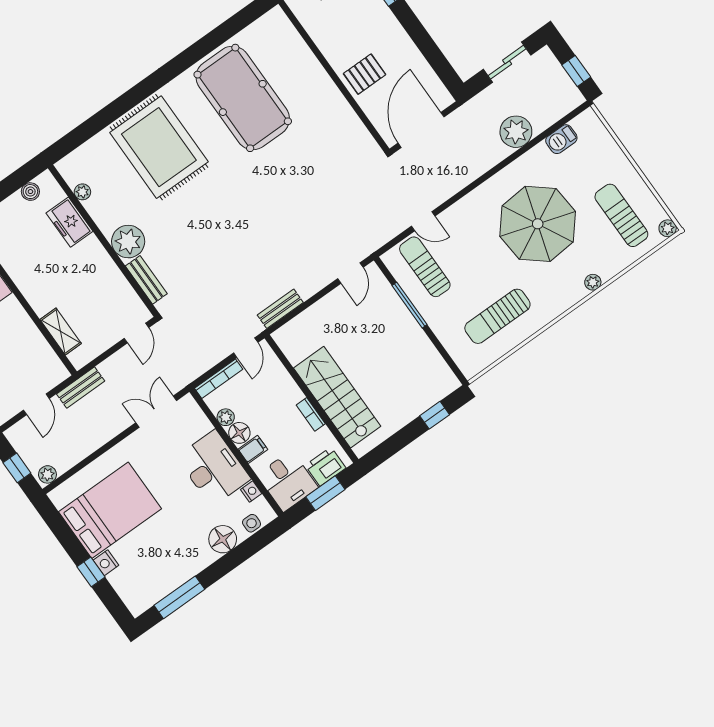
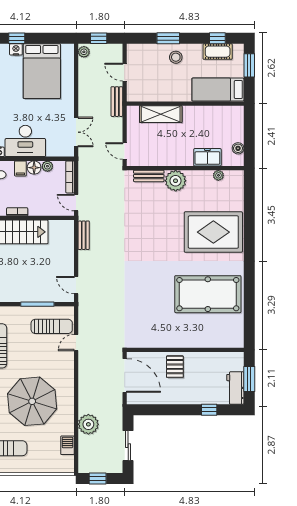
shelving: (61, 332) -> (161, 114), width x1.50, depth x1.33

